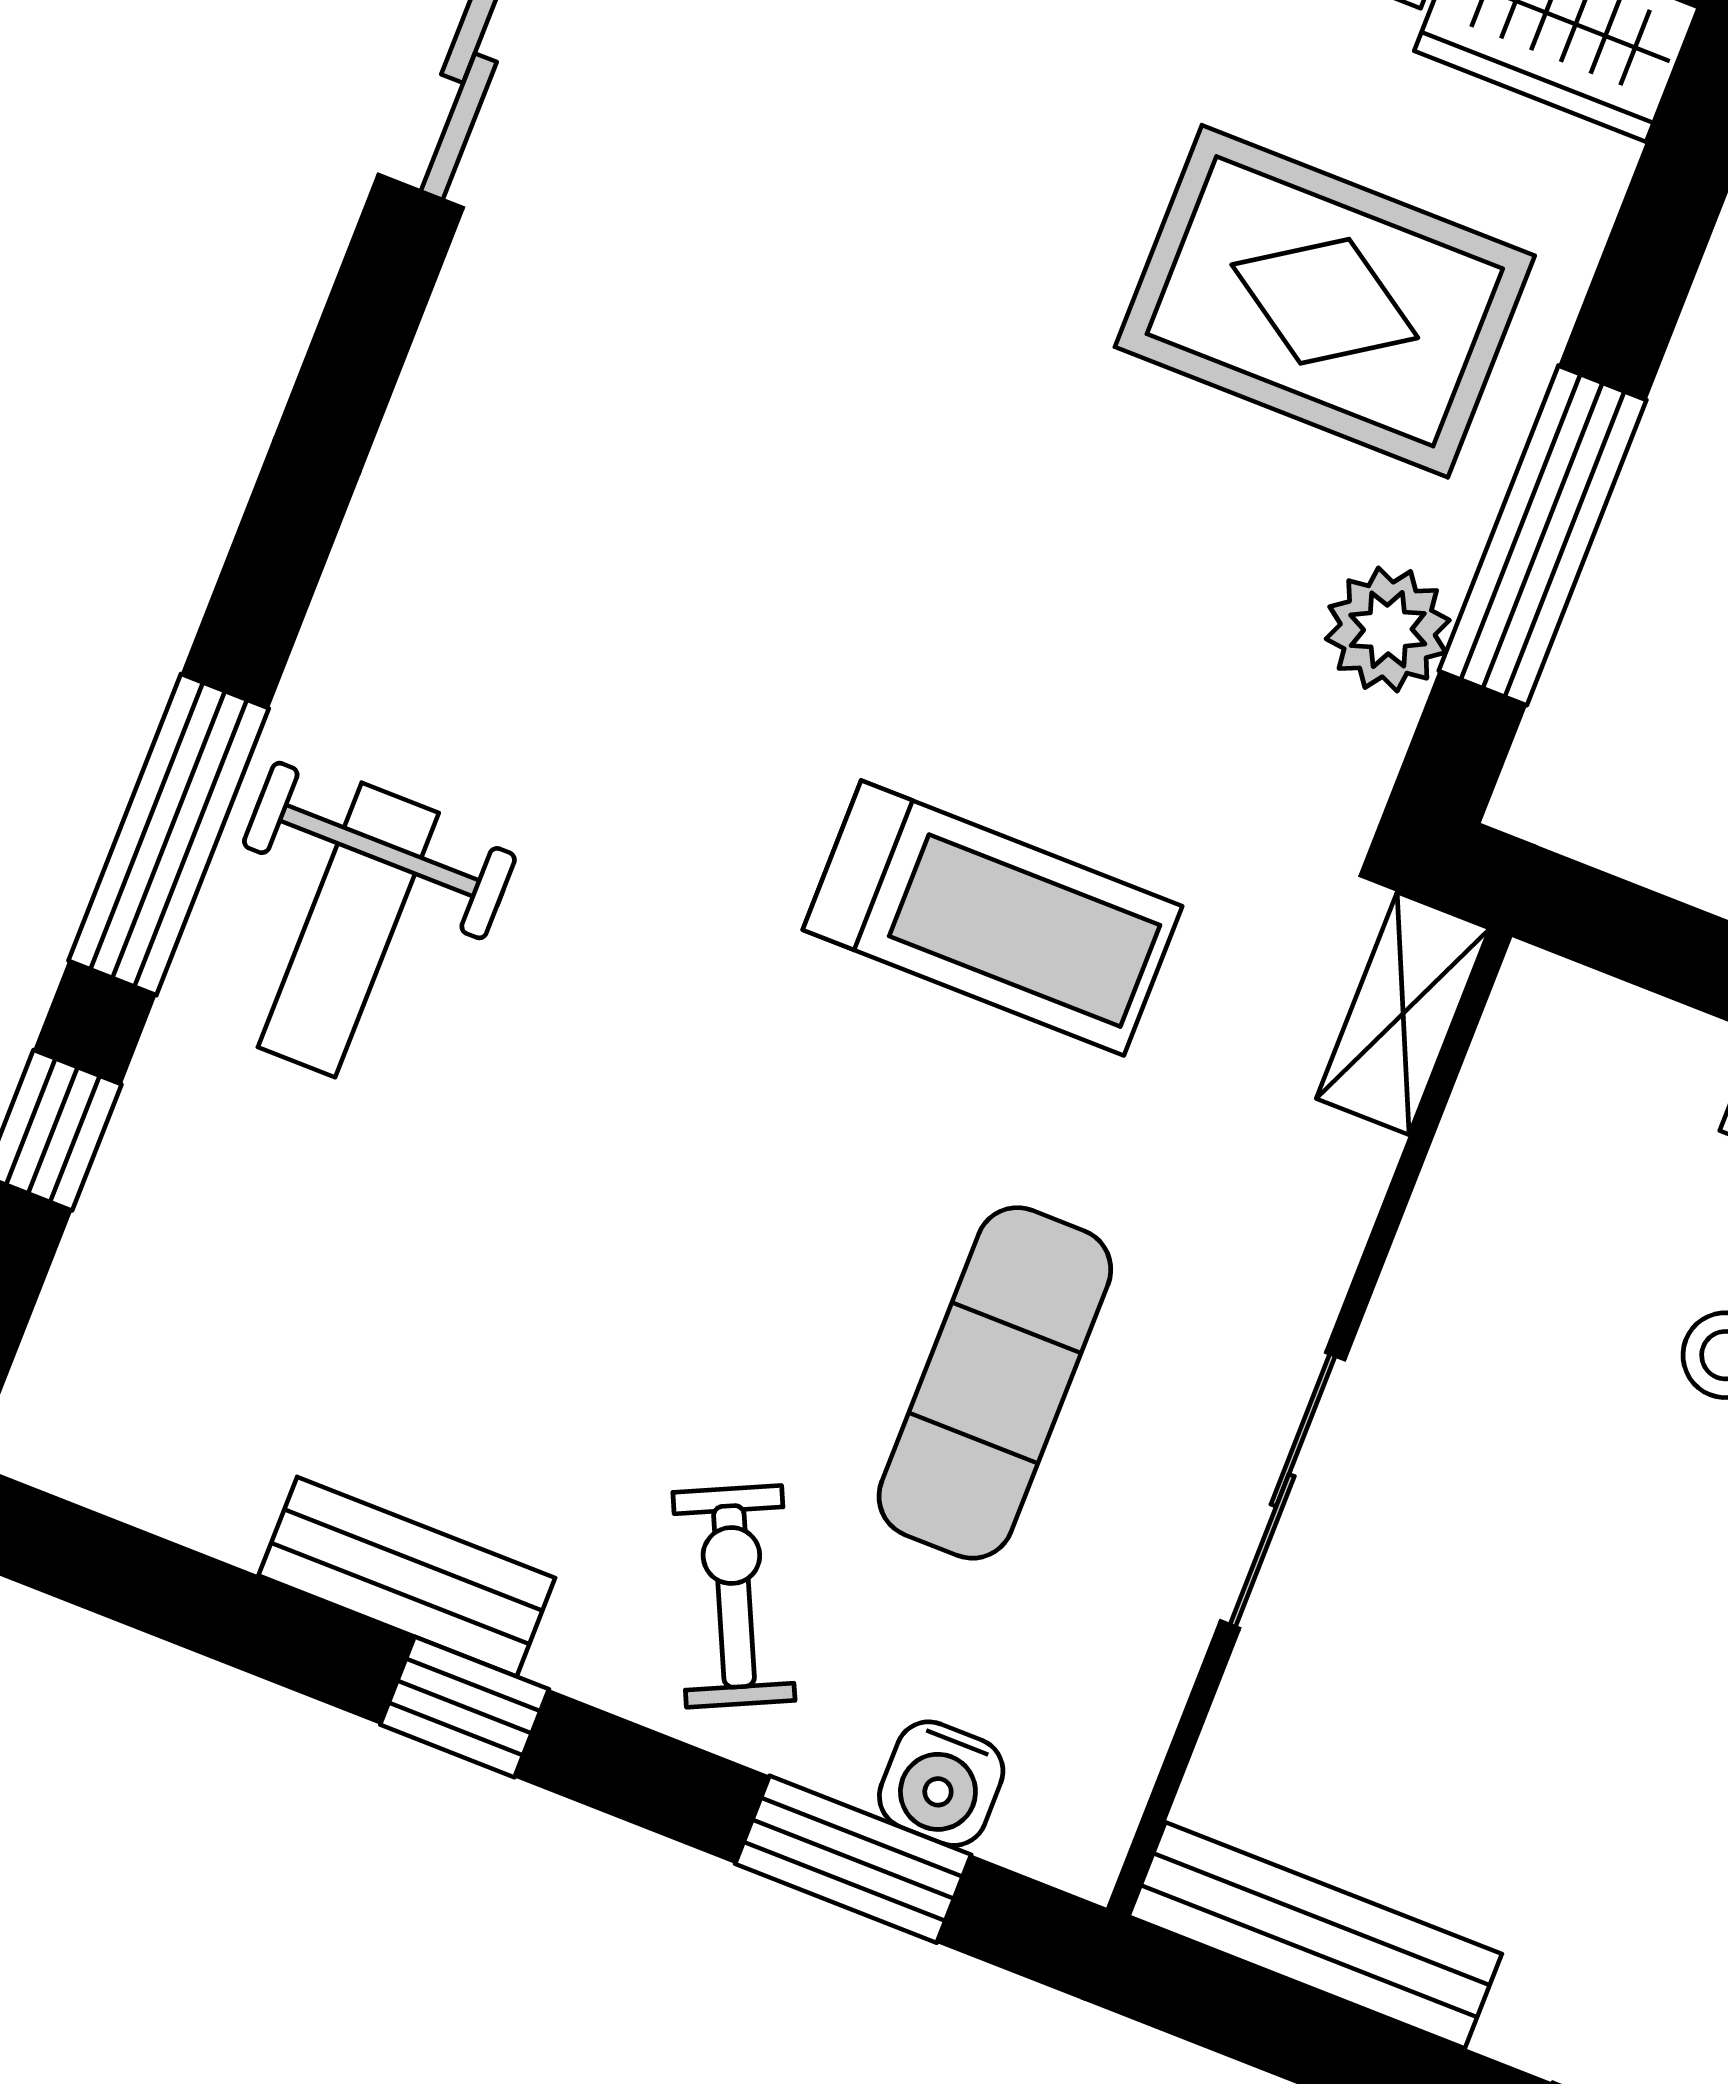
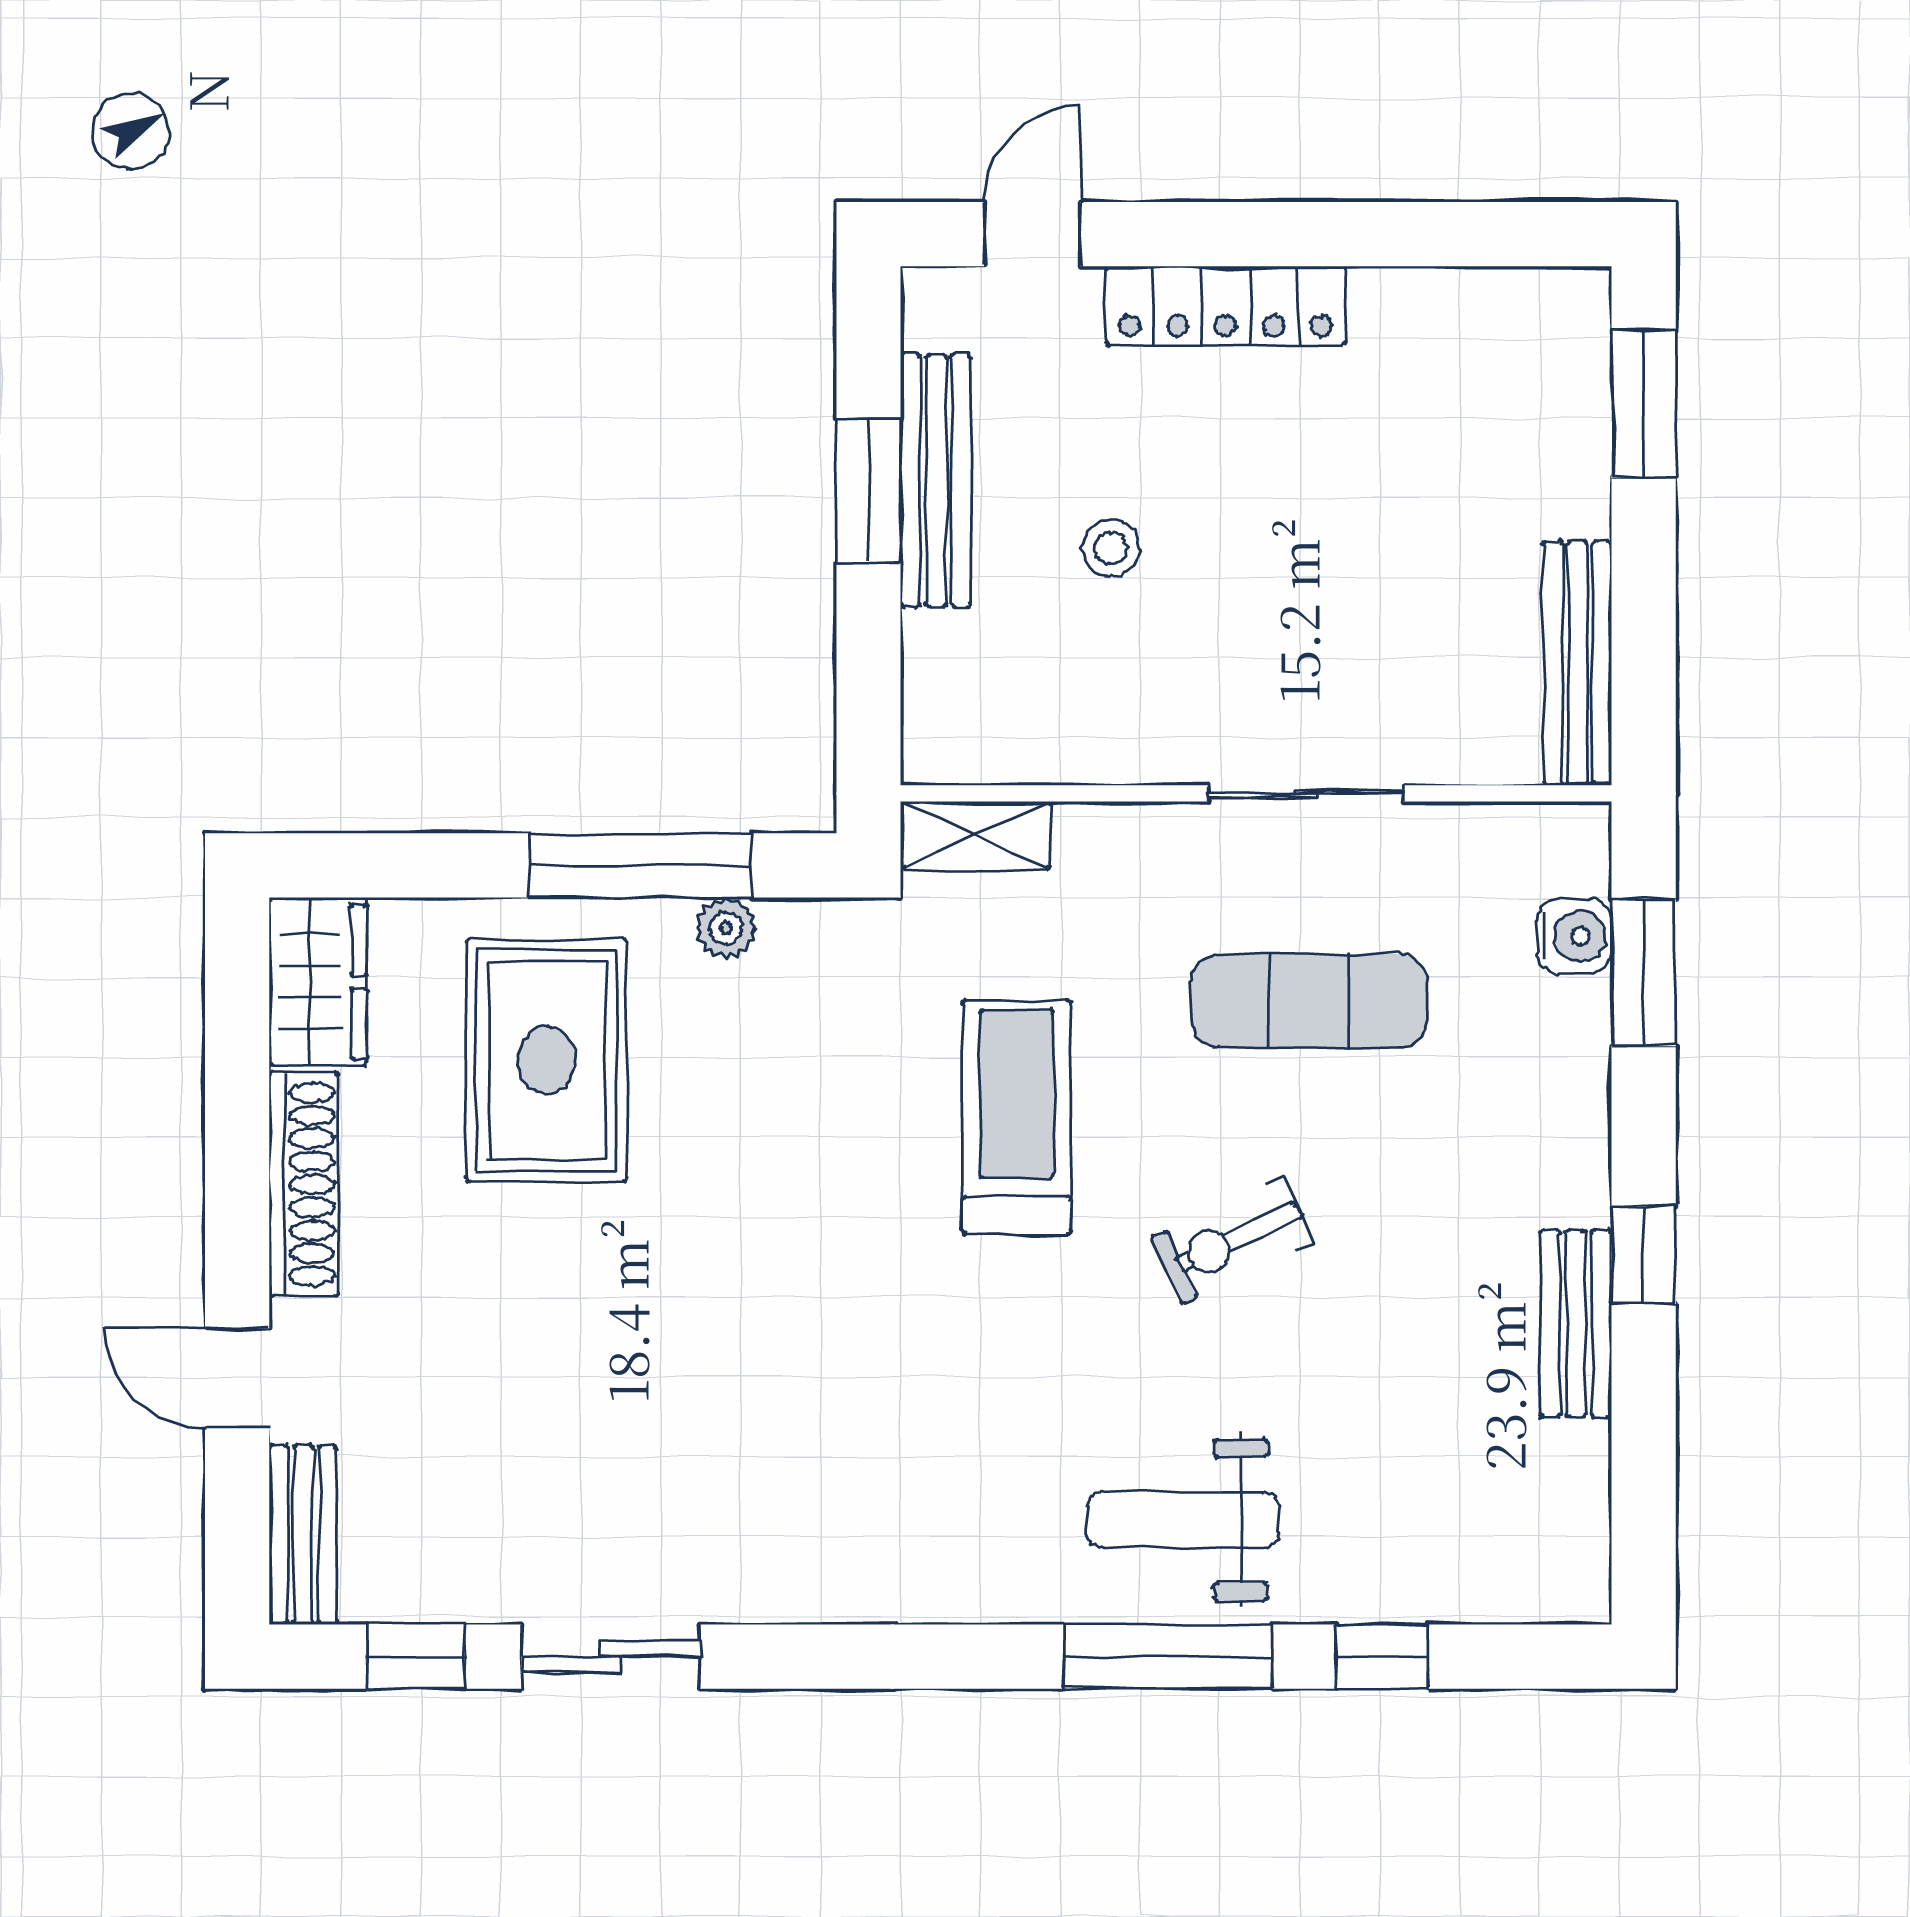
plant: (1388, 629) -> (726, 928), width x0.73, depth x0.73
weight bench: (348, 930) -> (1183, 1520), turned 180
exercise bike: (734, 1596) -> (1233, 1240), moved

